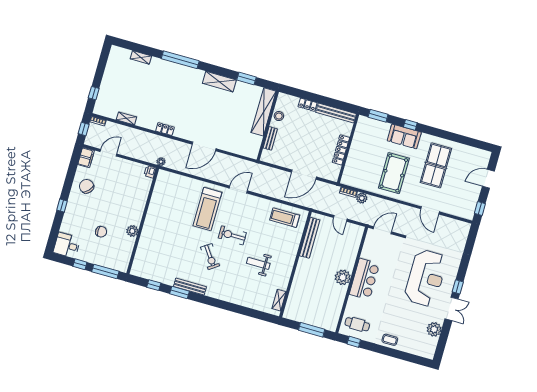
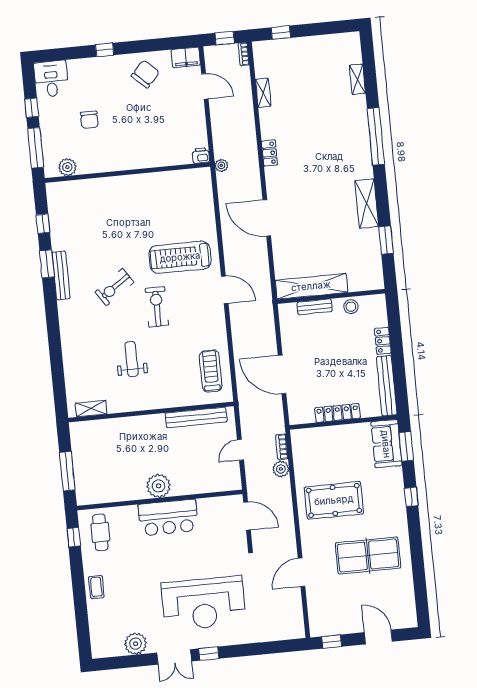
shelving: (264, 112) -> (311, 286), moved
sofa: (404, 136) -> (386, 444), moved
plant: (132, 231) -> (67, 167), moved

